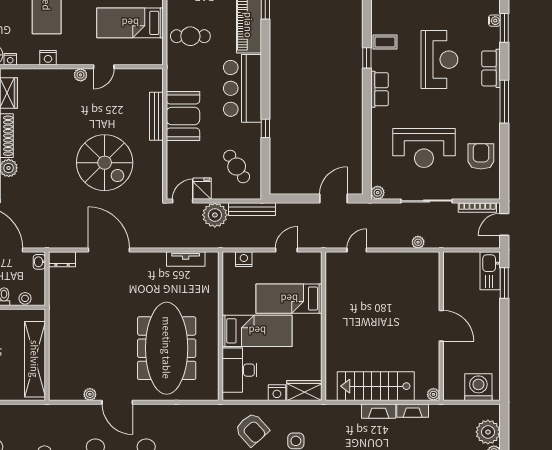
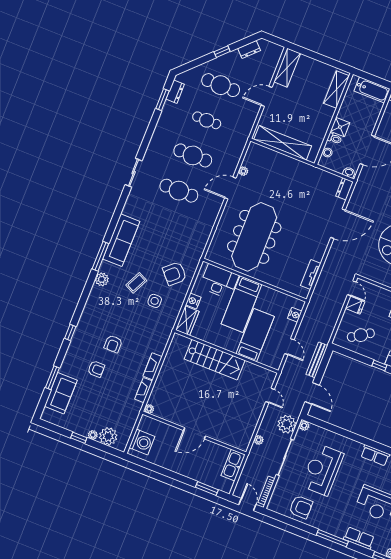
bench: (252, 209) -> (317, 360), moved
plant: (215, 215) -> (287, 424), moved
kitchen sink: (490, 271) -> (233, 465), moved, turned -90
meeting table: (167, 348) -> (254, 237), turned 90
stairs: (376, 386) -> (215, 360), moved, turned 90

